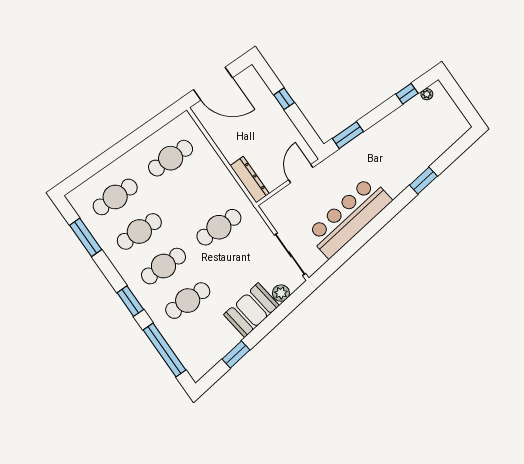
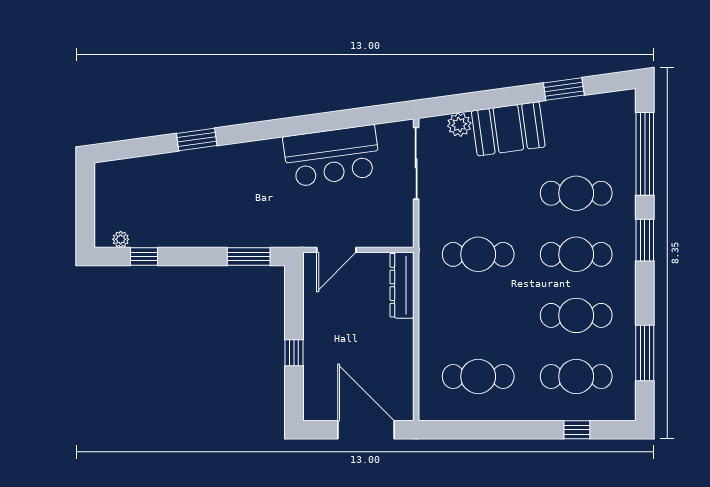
window: (94, 167) -> (577, 430), added
bar counter: (349, 217) -> (332, 156), width x0.73

